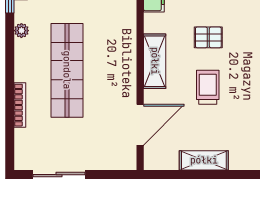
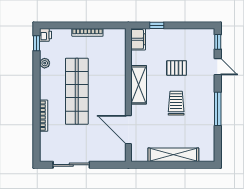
door: (140, 125) -> (128, 130), swing flipped
shelving: (204, 160) -> (173, 155), width x1.47

